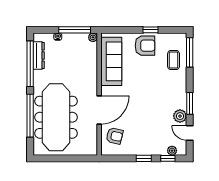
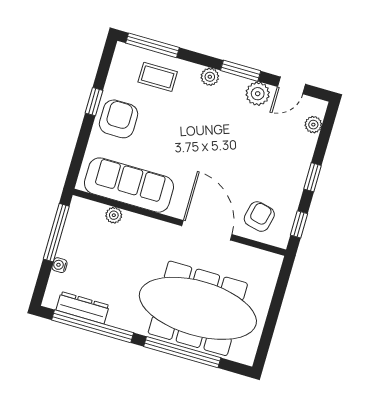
plant: (93, 37) -> (114, 215), moved
plant: (182, 88) -> (210, 77), added
window: (168, 158) -> (299, 224), moved

